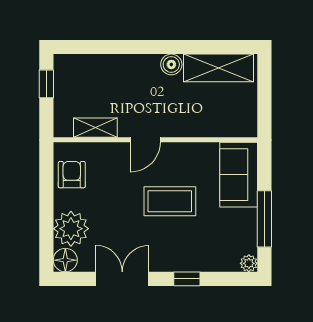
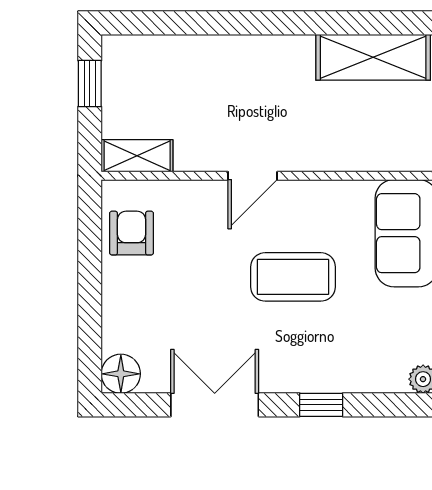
boiler: (171, 64) -> (295, 52), removed
shelving: (95, 128) -> (137, 156), moved
plant: (71, 229) -> (130, 322), removed

